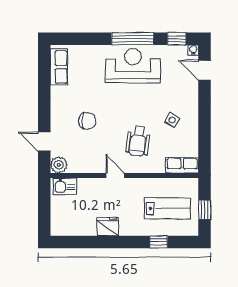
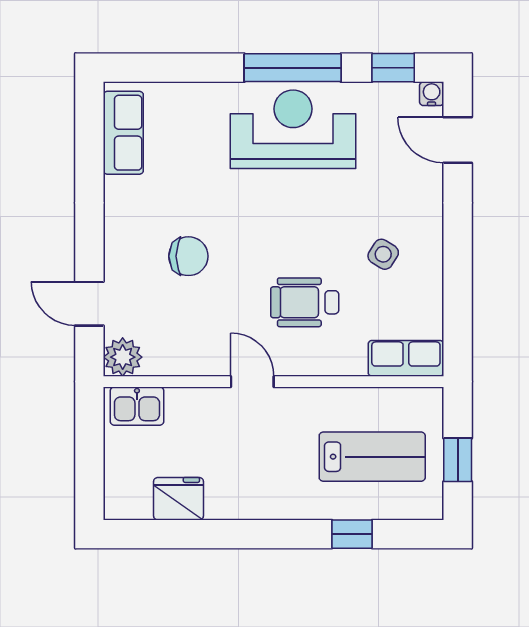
wheelchair: (138, 141) -> (305, 302), turned 82
fridge: (108, 227) -> (179, 499), moved

